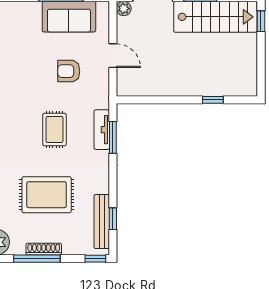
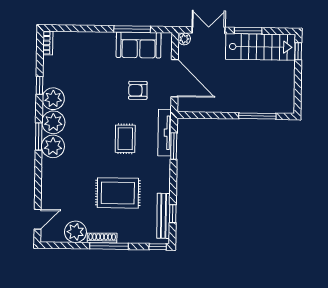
door: (113, 56) -> (175, 78), width x1.88
window: (213, 100) -> (257, 116), width x2.17
tv unit: (102, 130) -> (165, 133), width x1.41
shoe rack: (44, 249) -> (102, 238), moved

